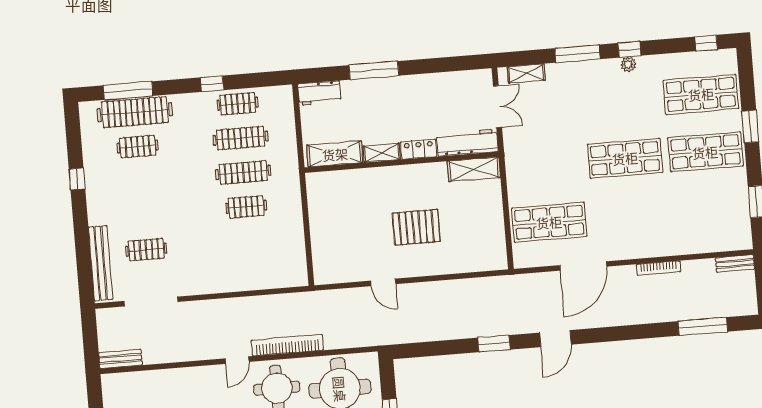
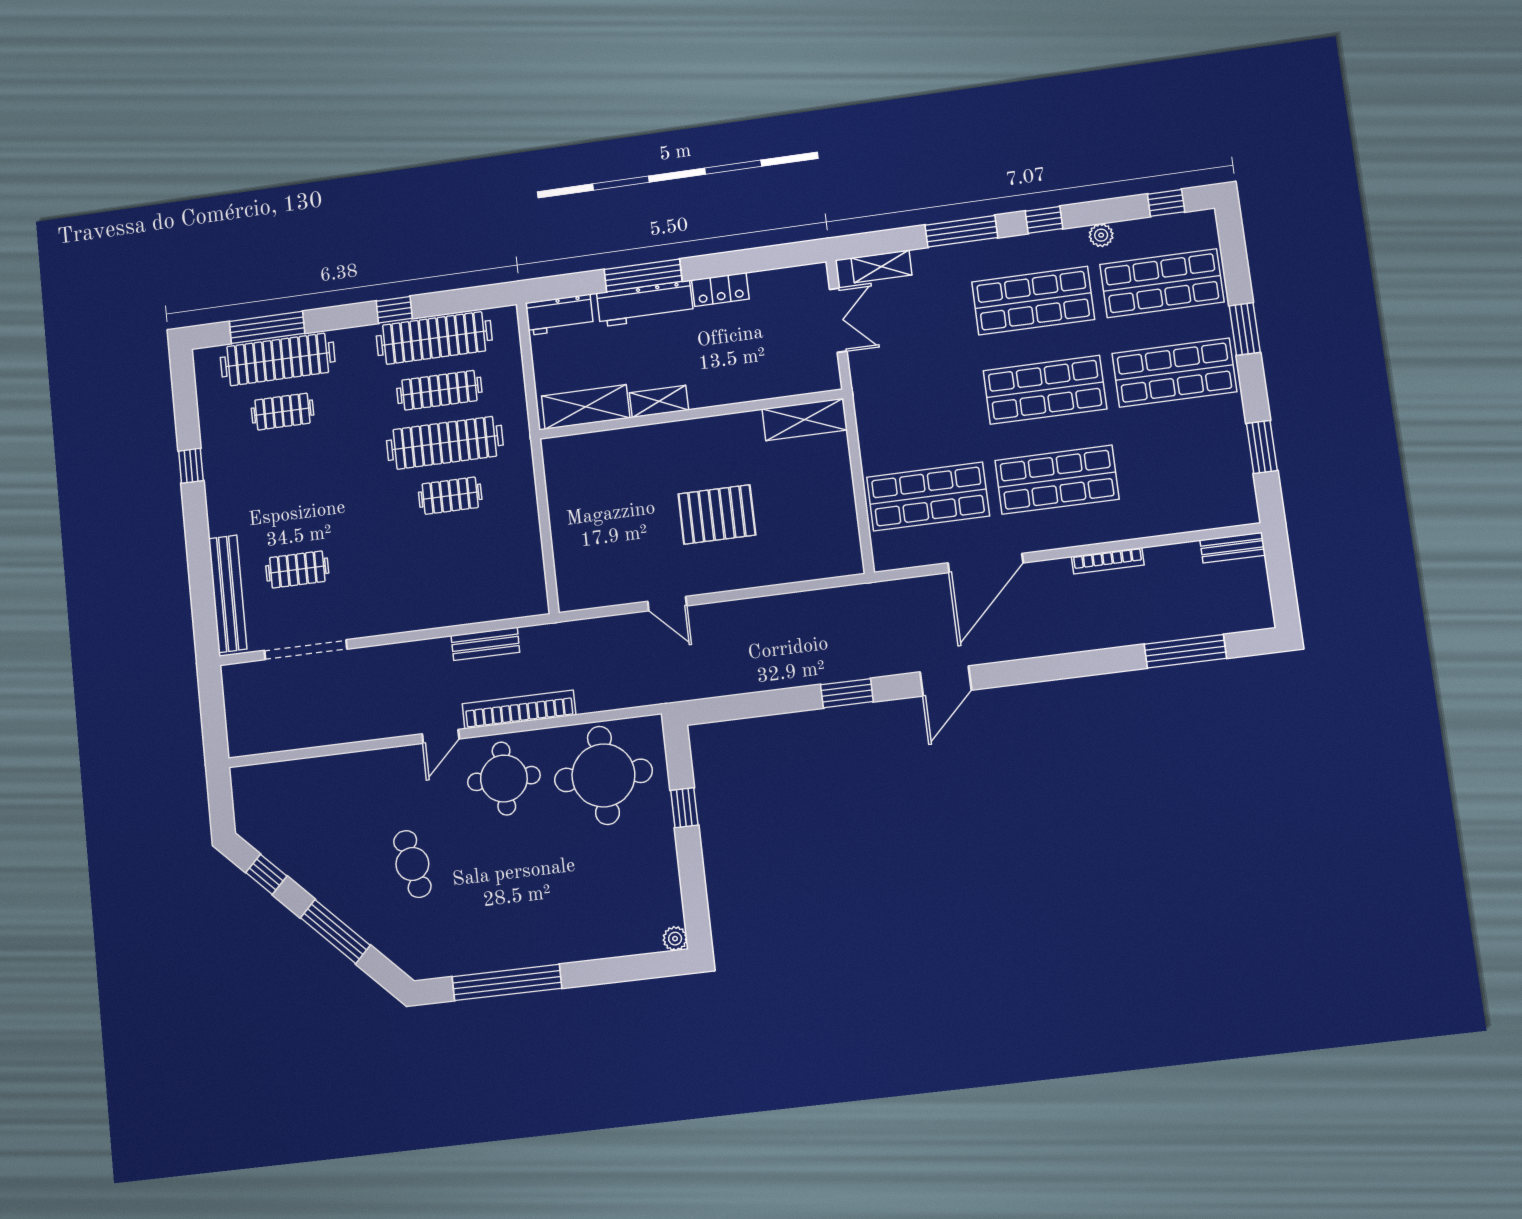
plant: (628, 64) -> (1101, 235), moved
shop shelf: (620, 101) -> (1033, 301), added
clothes rail: (238, 104) -> (434, 338), width x1.86, depth x1.31
workbench: (467, 143) -> (645, 304), moved, turned 180
locker: (419, 149) -> (720, 289), moved, turned 180
clothes rail: (243, 172) -> (445, 443), width x1.37, depth x1.31
shop shelf: (630, 216) -> (1057, 480), added
bench: (120, 359) -> (485, 644), moved

